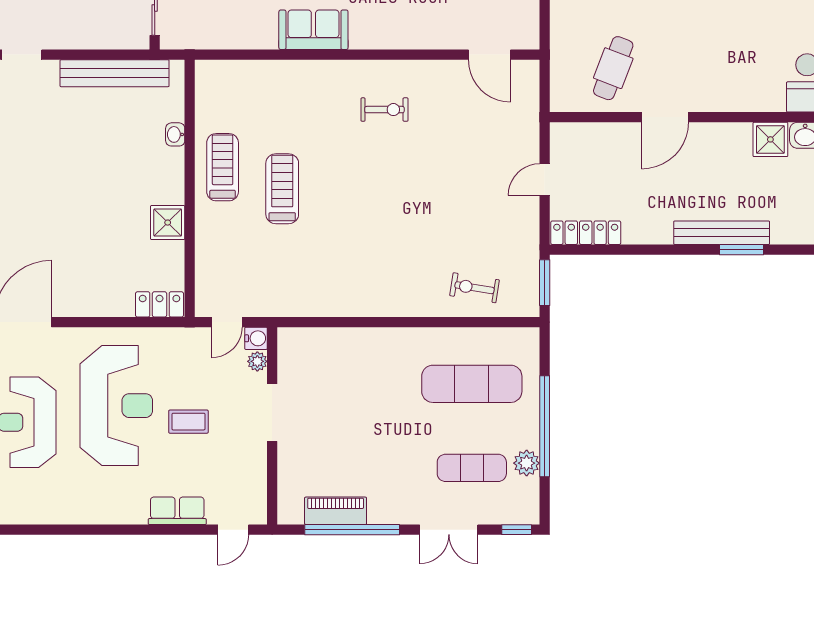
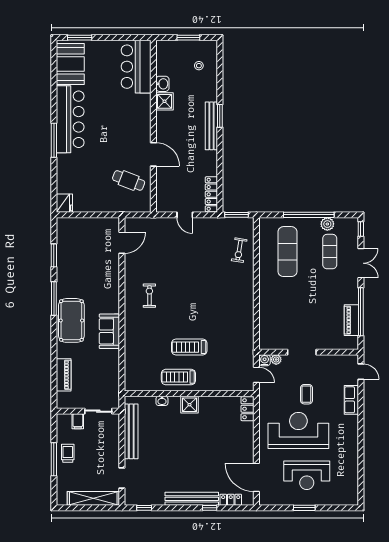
shower: (168, 223) -> (189, 405), moved

